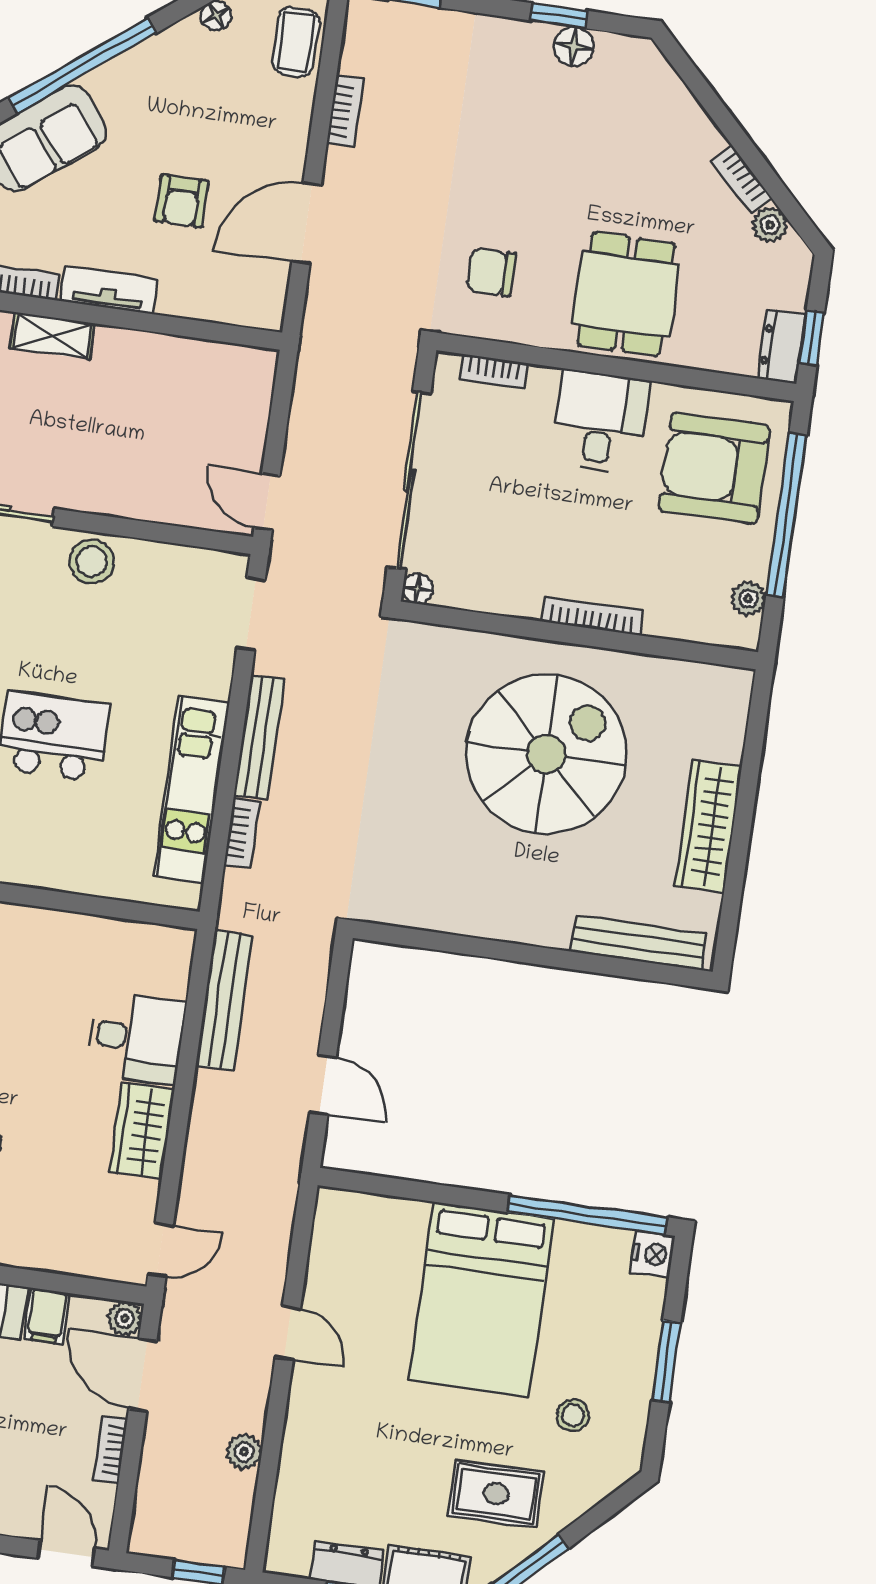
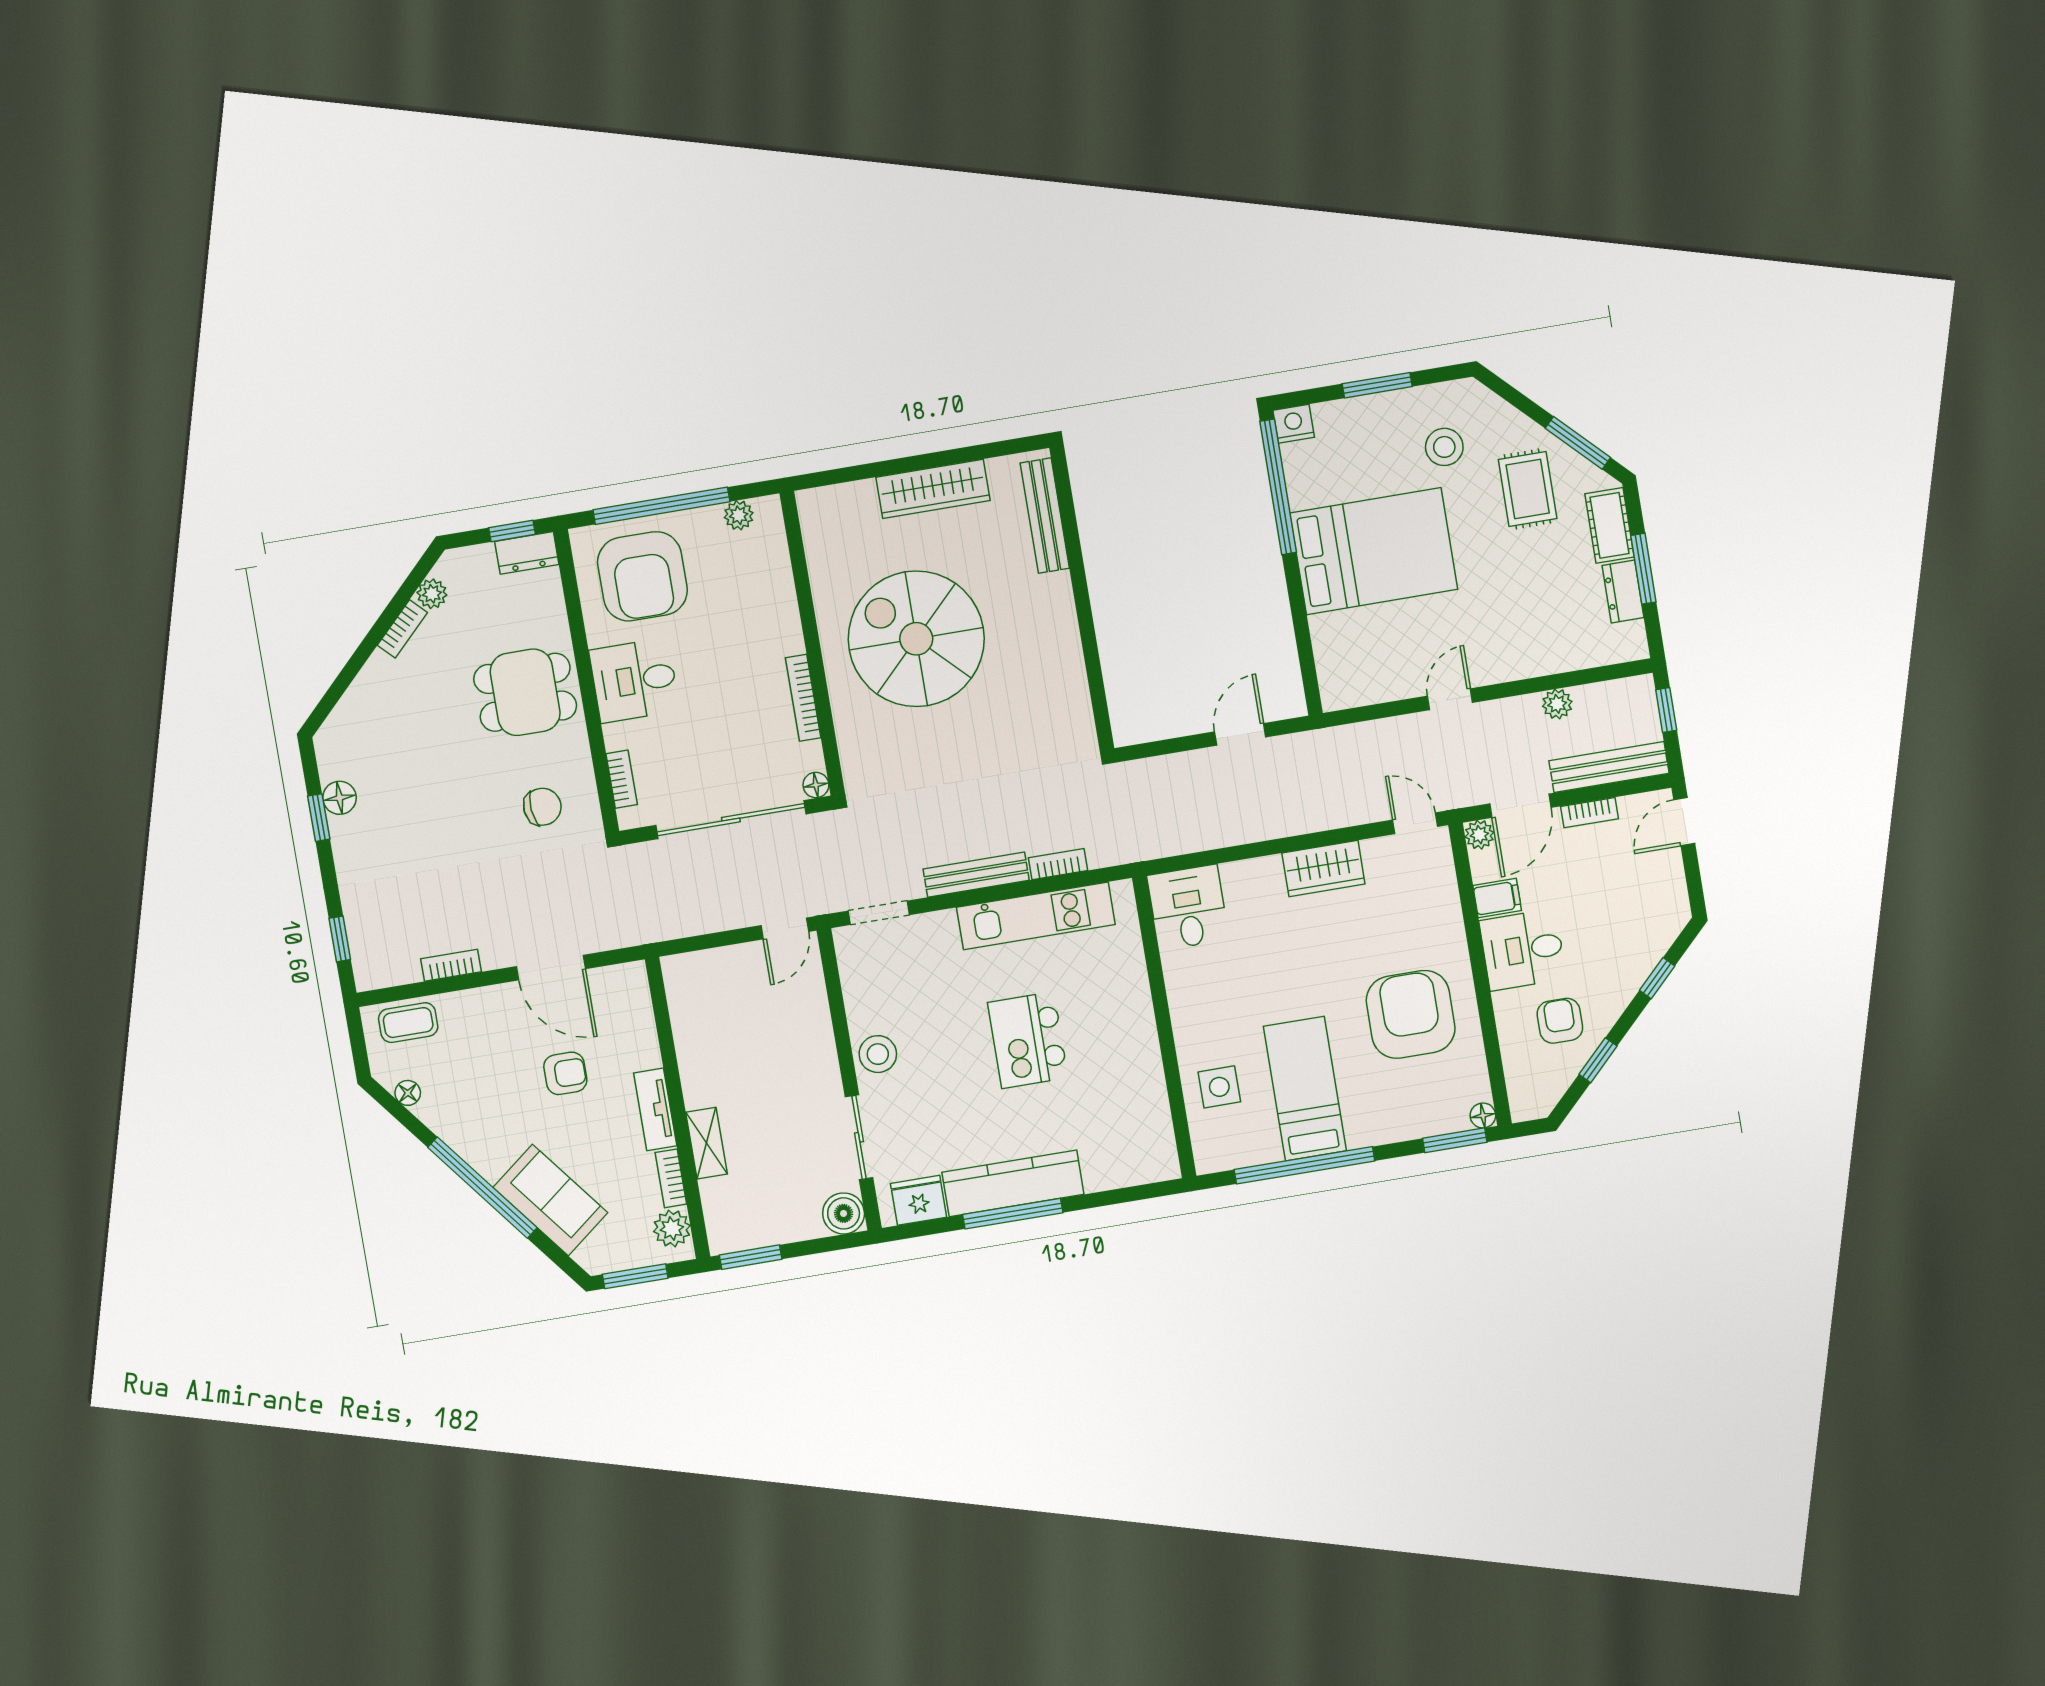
chair: (491, 272) -> (542, 807), turned -95
bookcase: (592, 616) -> (803, 698), moved
bench: (224, 1000) -> (1609, 767), moved
desk: (136, 1038) -> (1188, 907), moved
stool: (573, 1415) -> (1444, 447), width x1.37, depth x1.37

